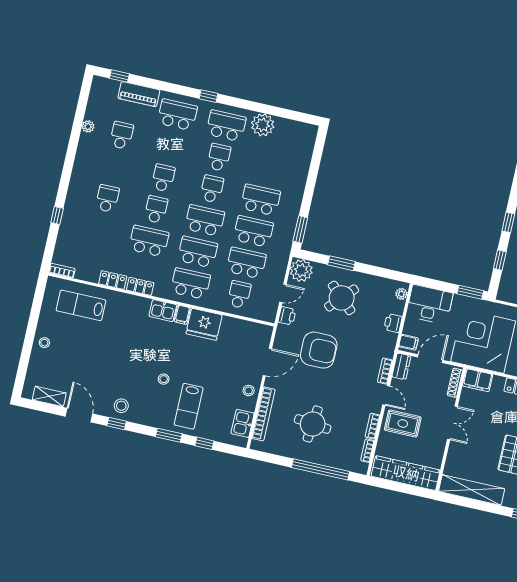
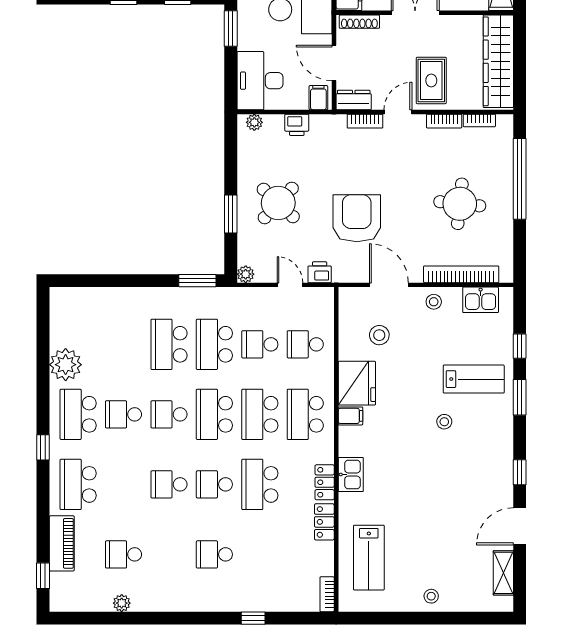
school desk: (246, 263) -> (260, 344), width x0.54
plant: (301, 270) -> (246, 274), width x0.53, depth x0.53
kitchen sink: (163, 311) -> (351, 474), moved
stool: (121, 406) -> (379, 335), moved

